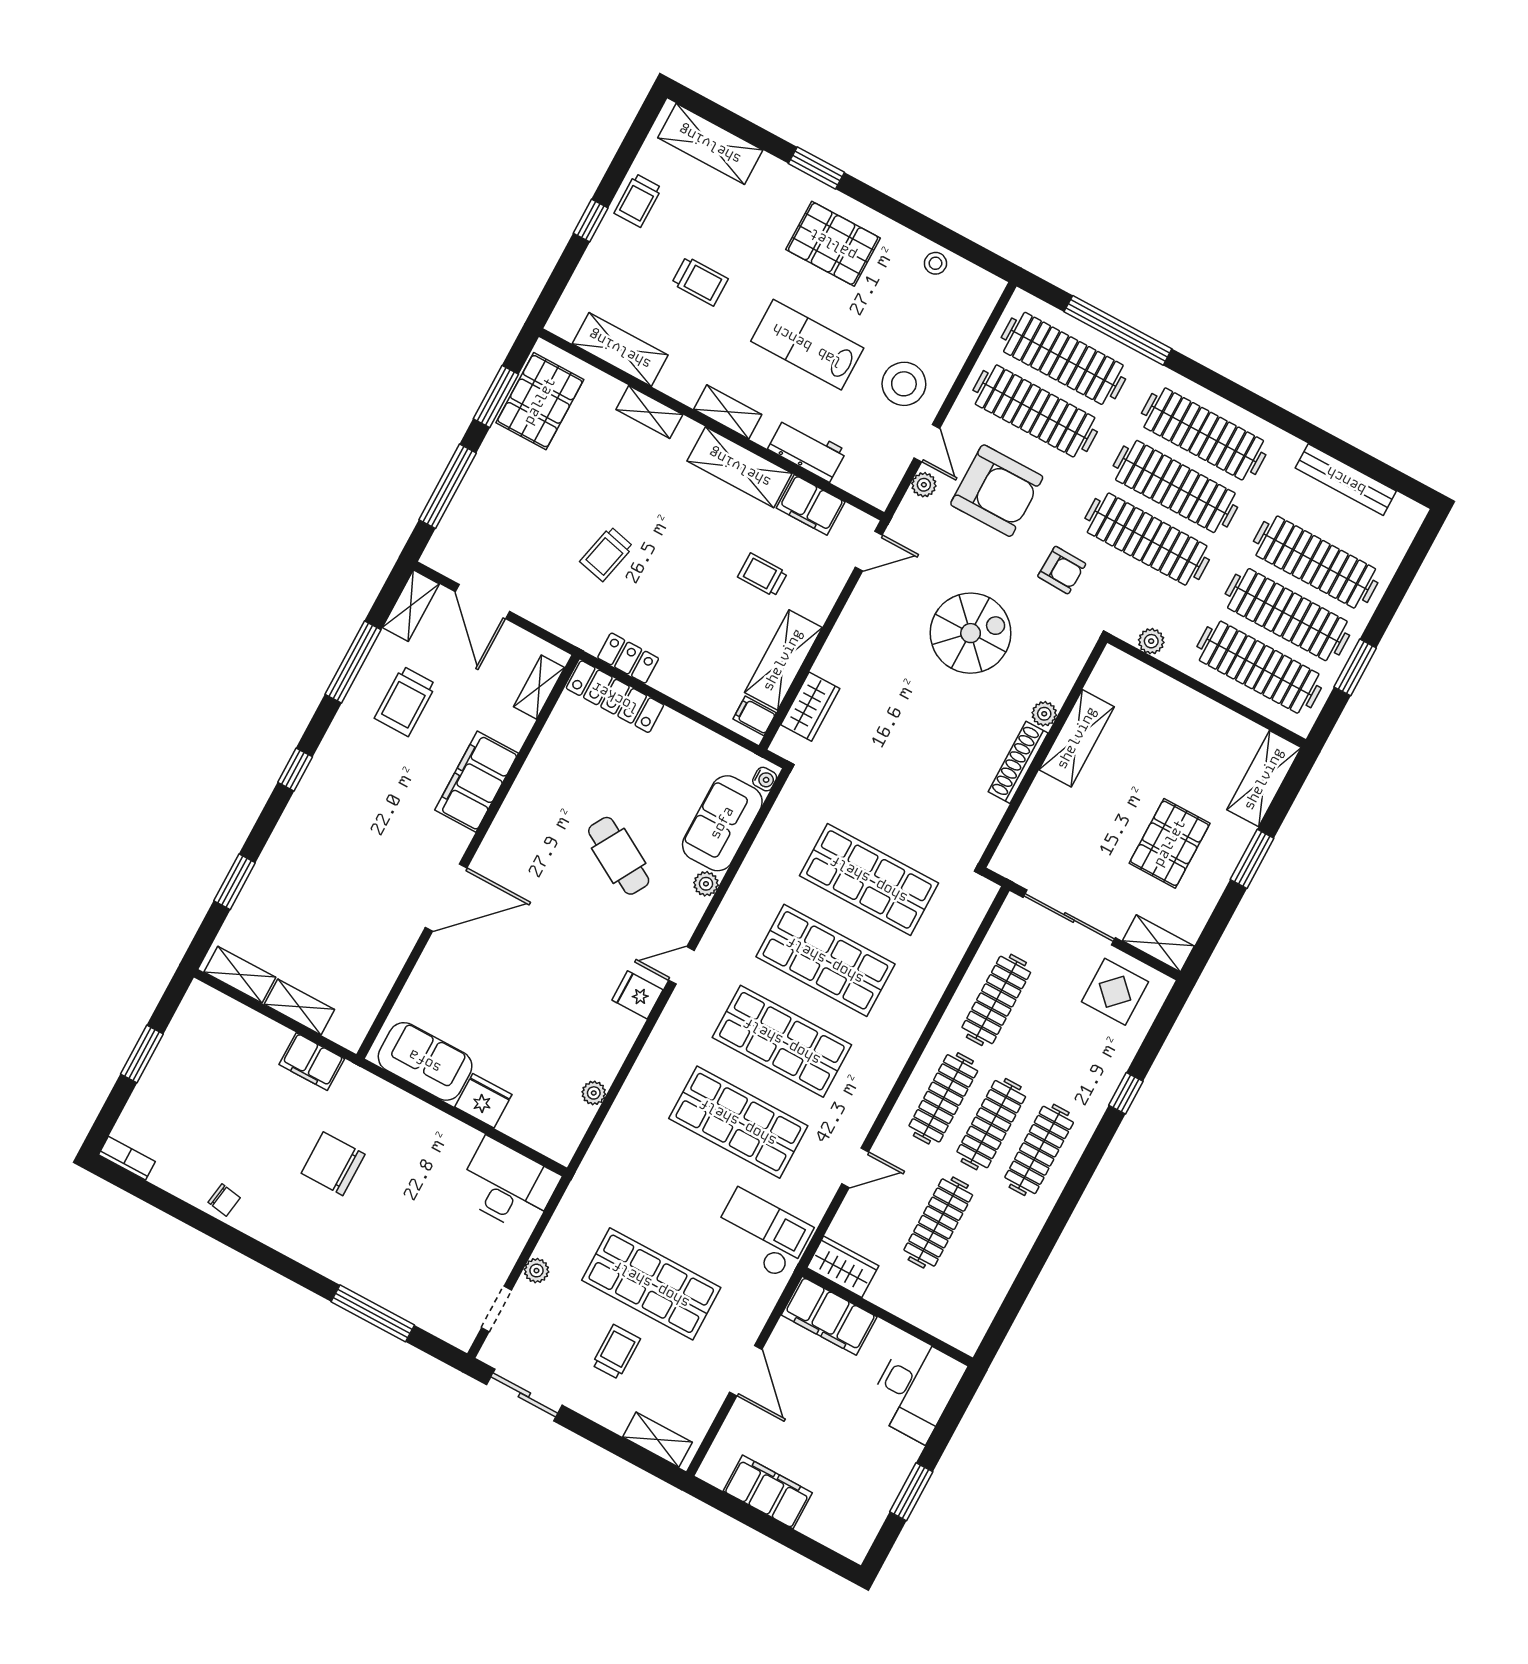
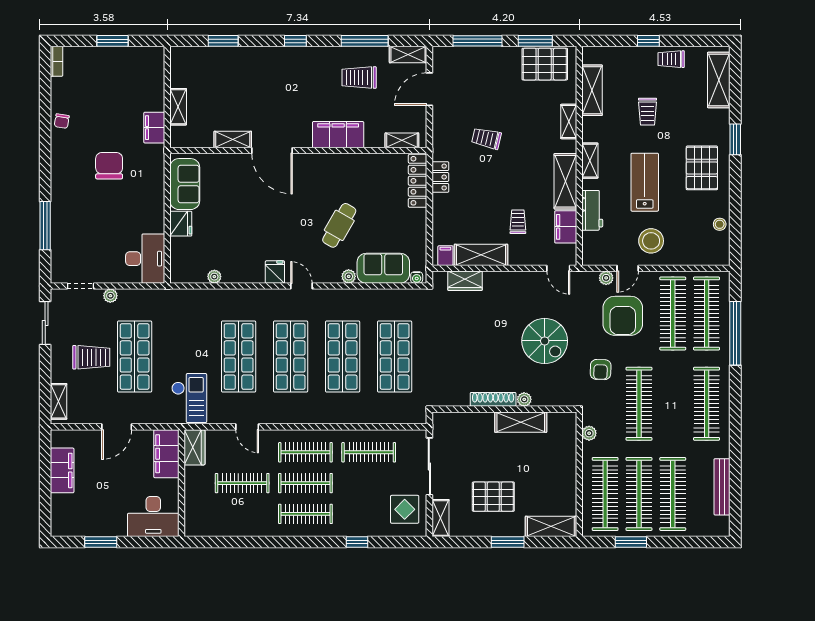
clothes rail: (1175, 486) -> (673, 404), removed
shelving: (240, 975) -> (233, 139), moved, turned 90
trolley: (616, 1352) -> (91, 357), width x1.36, depth x1.39

